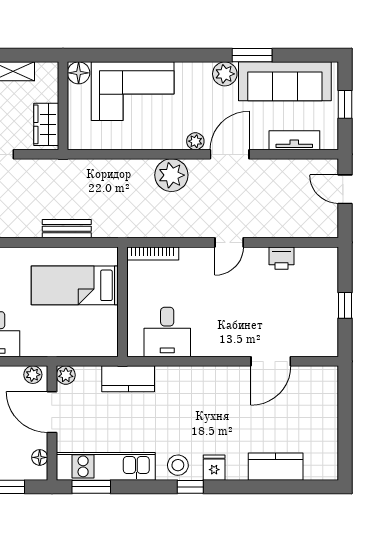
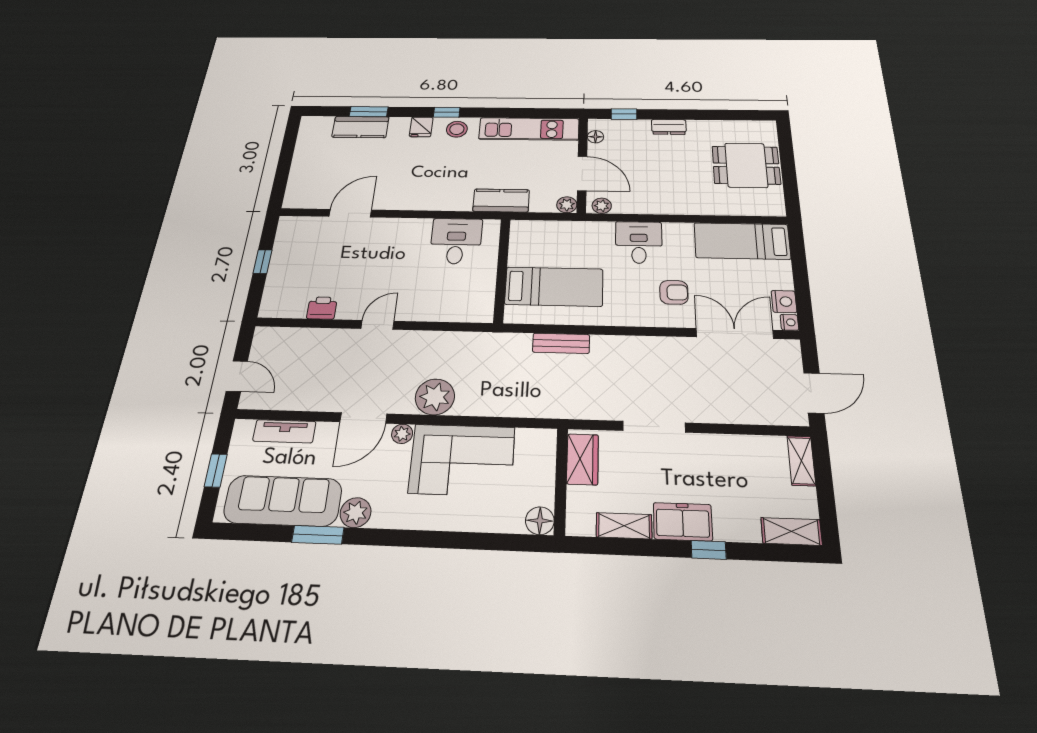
corner sofa: (133, 91) -> (462, 460), moved, turned 180
bookcase: (153, 253) -> (464, 316), removed
window: (91, 487) -> (369, 112), moved

